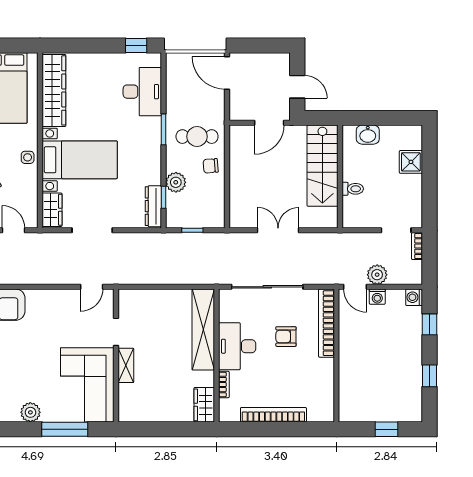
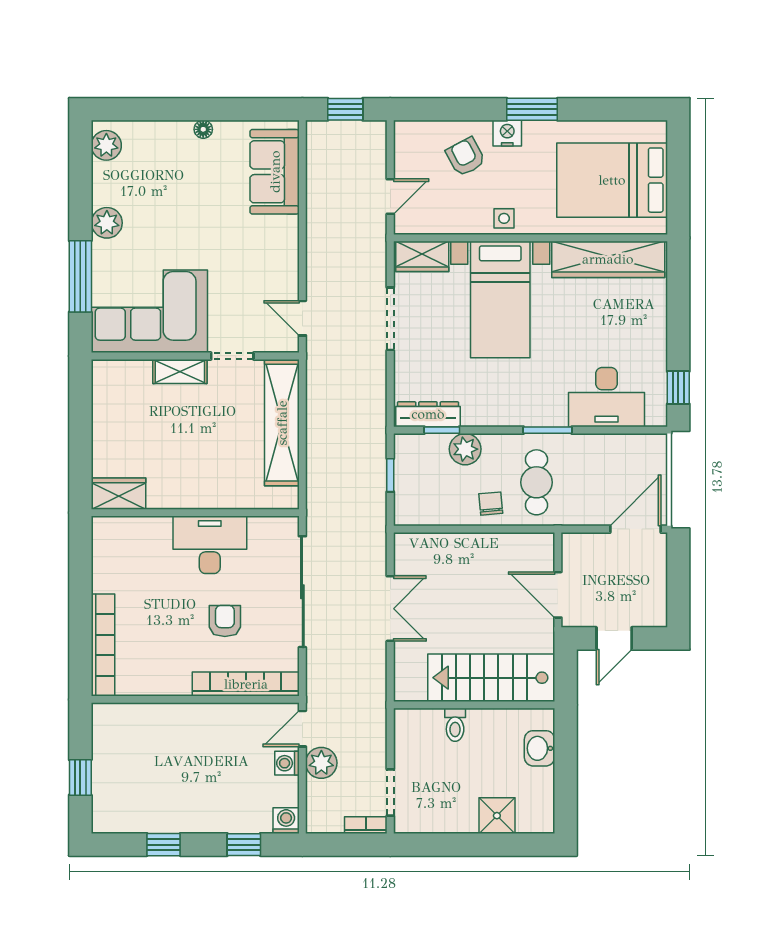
shelving: (203, 330) -> (282, 423), moved, turned 90
bookcase: (224, 385) -> (150, 524), removed
bookcase: (273, 415) -> (103, 645), moved

